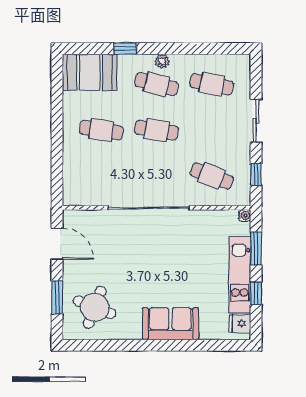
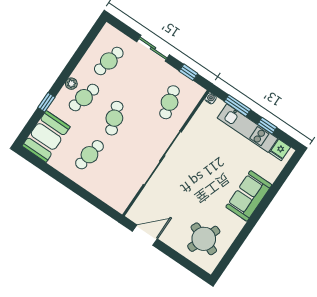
cafe table: (156, 130) -> (114, 118), turned -30
cafe table: (212, 176) -> (170, 102), turned -36
window: (57, 297) -> (180, 259), removed

